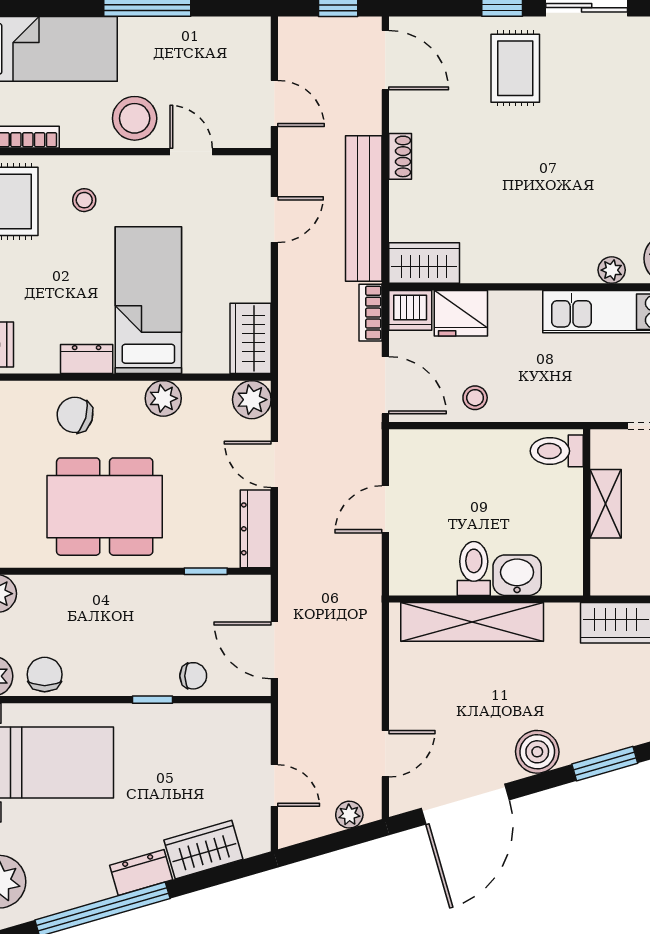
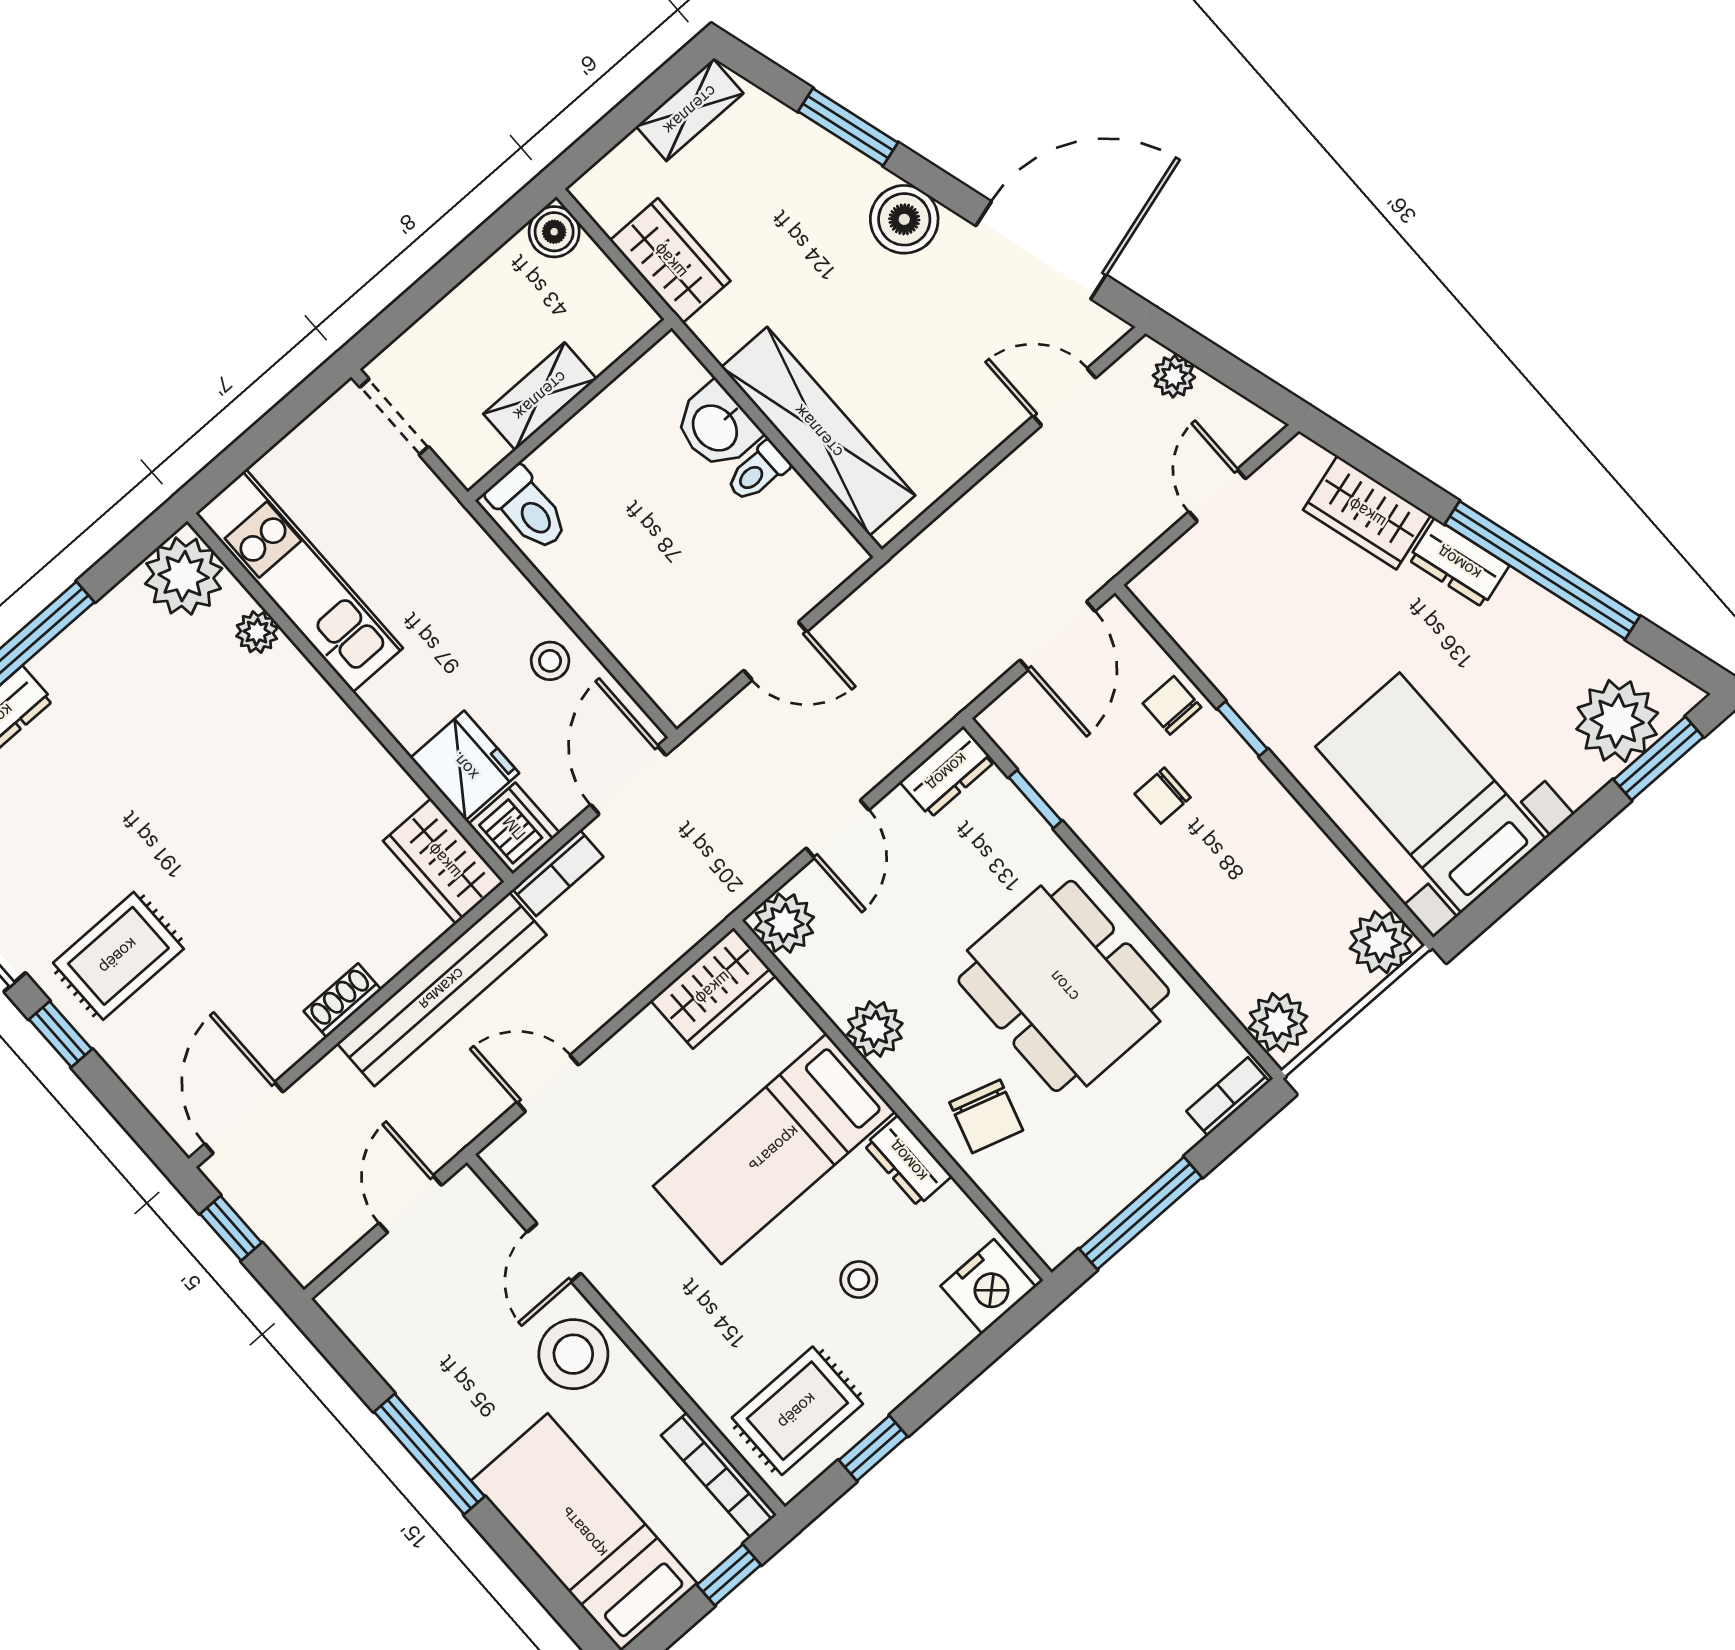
stool: (84, 200) -> (859, 1280), moved
dresser: (256, 529) -> (947, 772), width x0.70
toilet: (474, 568) -> (758, 472), width x0.73, depth x0.72
chair: (45, 674) -> (1163, 796), moved, width x0.73, depth x0.73

